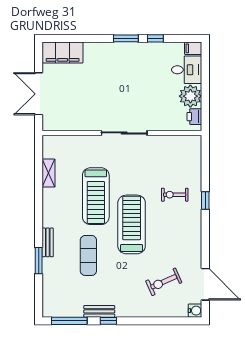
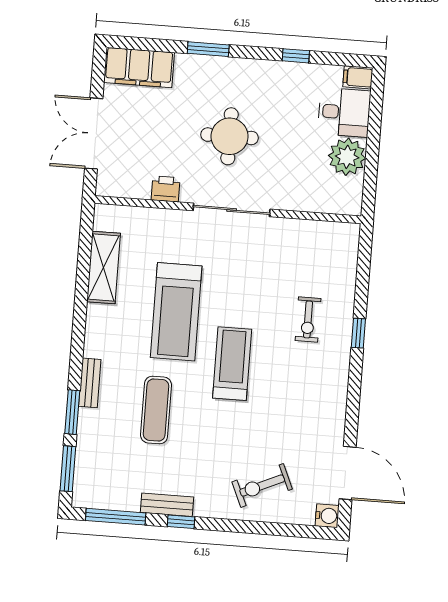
window: (126, 38) -> (208, 49), moved
round table: (120, 89) -> (230, 136), added
printer: (194, 117) -> (166, 189), moved, turned 90
shelving: (49, 173) -> (104, 267), width x1.50, depth x1.33
exercise bike: (175, 195) -> (308, 319), turned -90
treadmill: (132, 224) -> (232, 364), width x0.73, depth x0.73
exercise bike: (164, 282) -> (262, 485), moved
window: (39, 294) -> (68, 469), added

